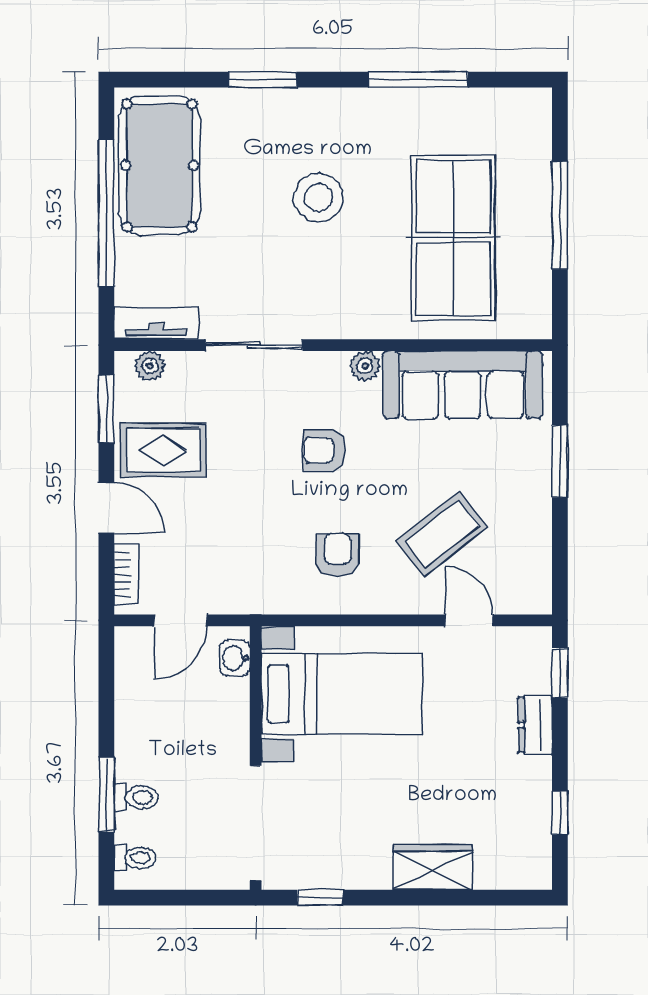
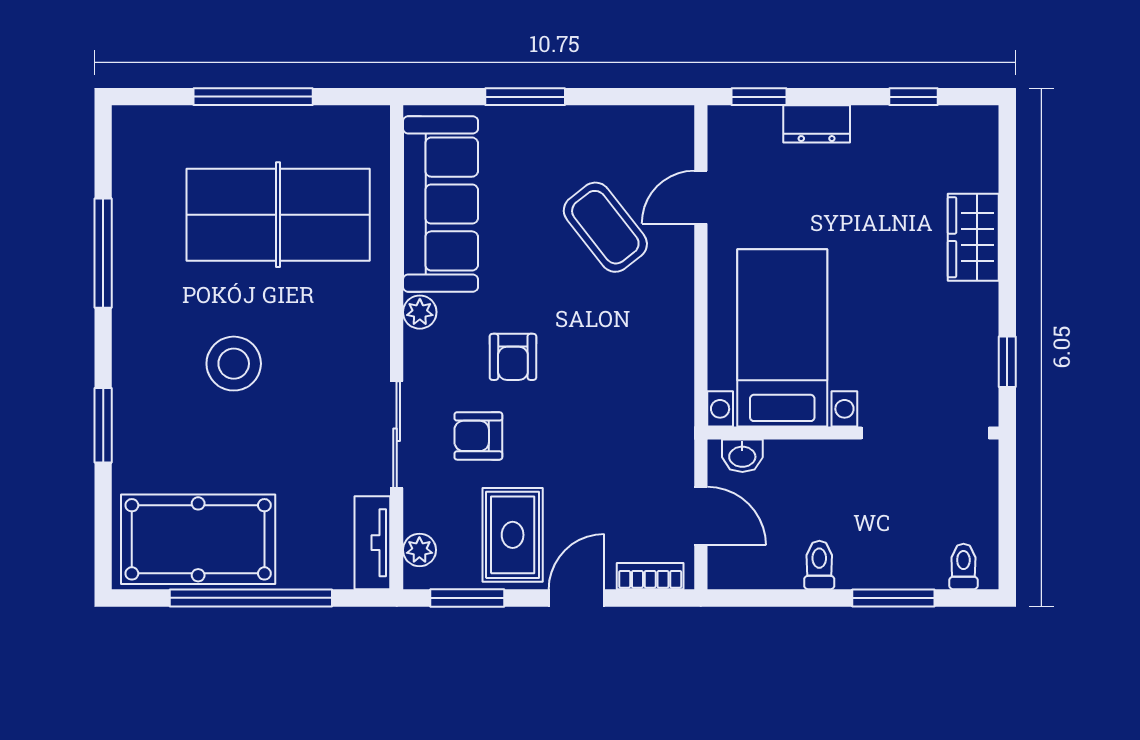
armchair: (337, 555) -> (478, 436), moved
toilet: (136, 797) -> (819, 565), moved

